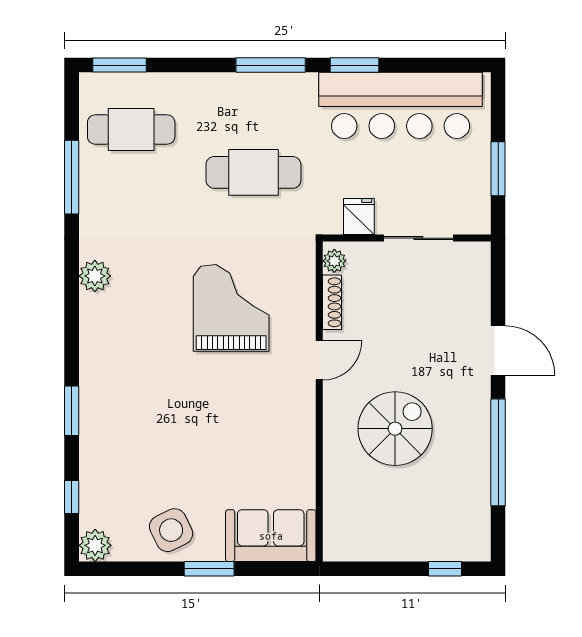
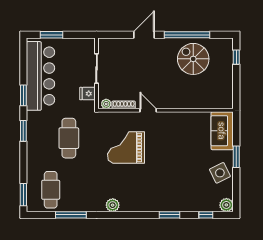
window: (271, 65) -> (23, 131), width x0.69
window: (498, 169) -> (51, 35), moved
spiral stairs: (395, 429) -> (193, 59), moved

